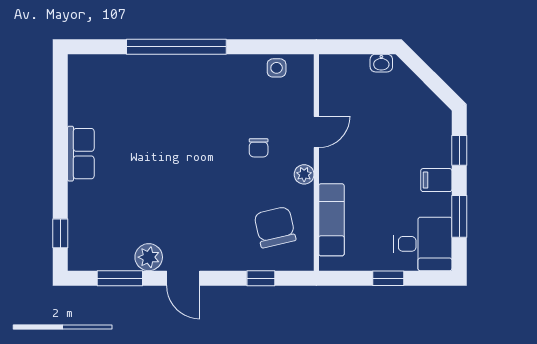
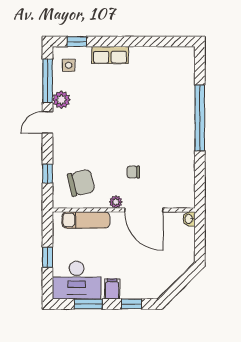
washbasin: (381, 63) -> (189, 219), moved
side table: (277, 68) -> (69, 65), moved
door: (316, 132) -> (144, 210), width x1.88
row of seats: (81, 154) -> (110, 55), moved
desk: (423, 244) -> (77, 280), width x1.37
window: (120, 278) -> (48, 81), width x1.44

